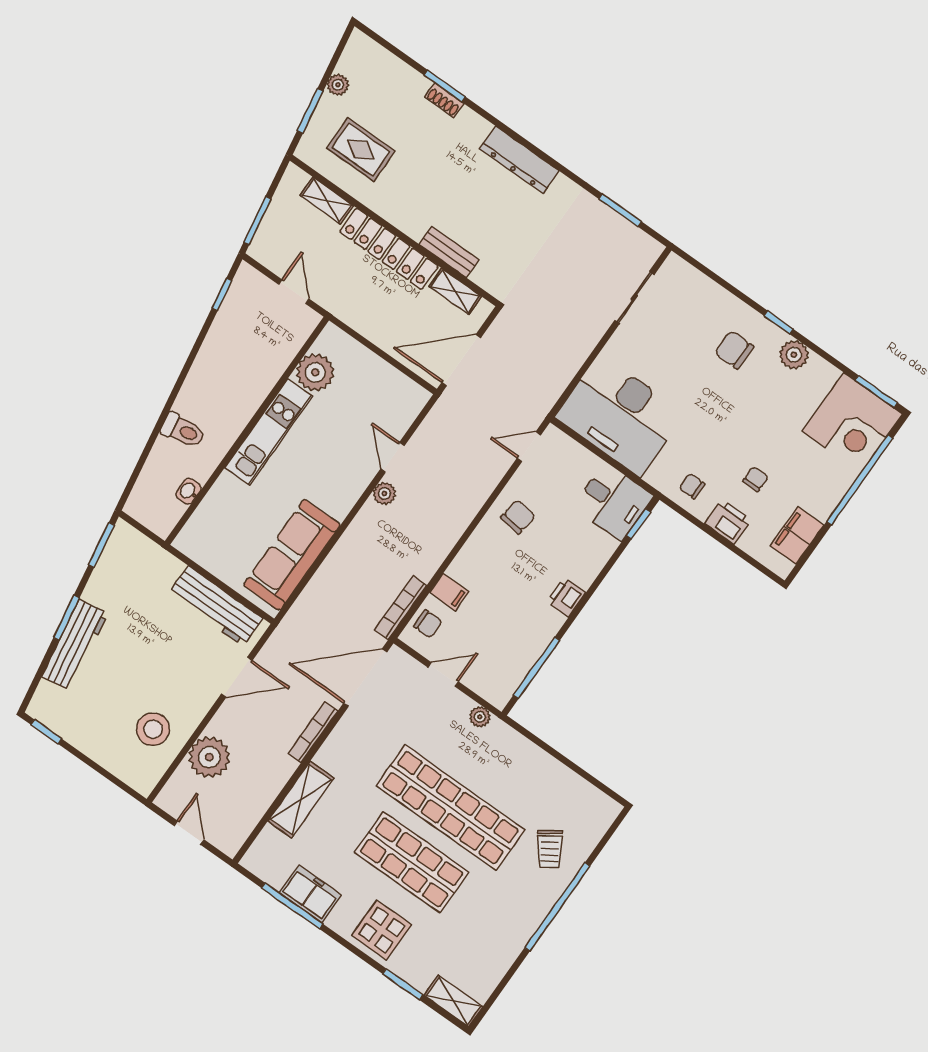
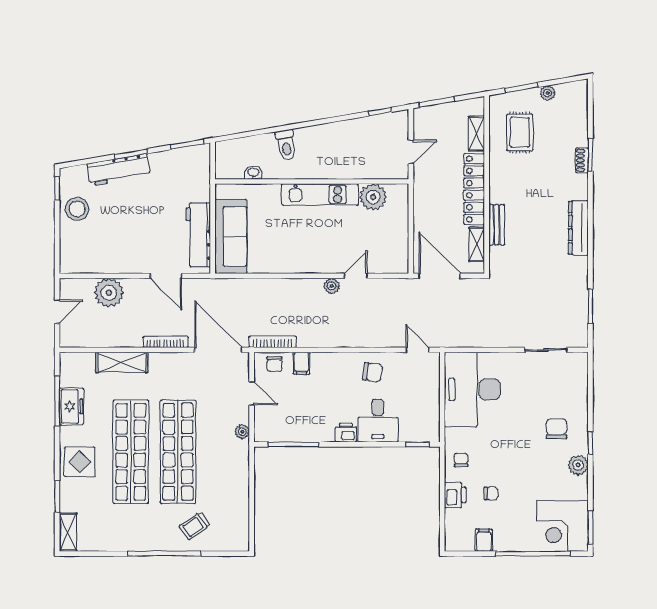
desk: (613, 501) -> (378, 421), moved
filing cabinet: (797, 535) -> (484, 540), width x0.50
sofa: (292, 555) -> (231, 236), moved, turned 90
stool: (153, 729) -> (77, 209), moved
shop shelf: (412, 862) -> (131, 452), width x1.40

